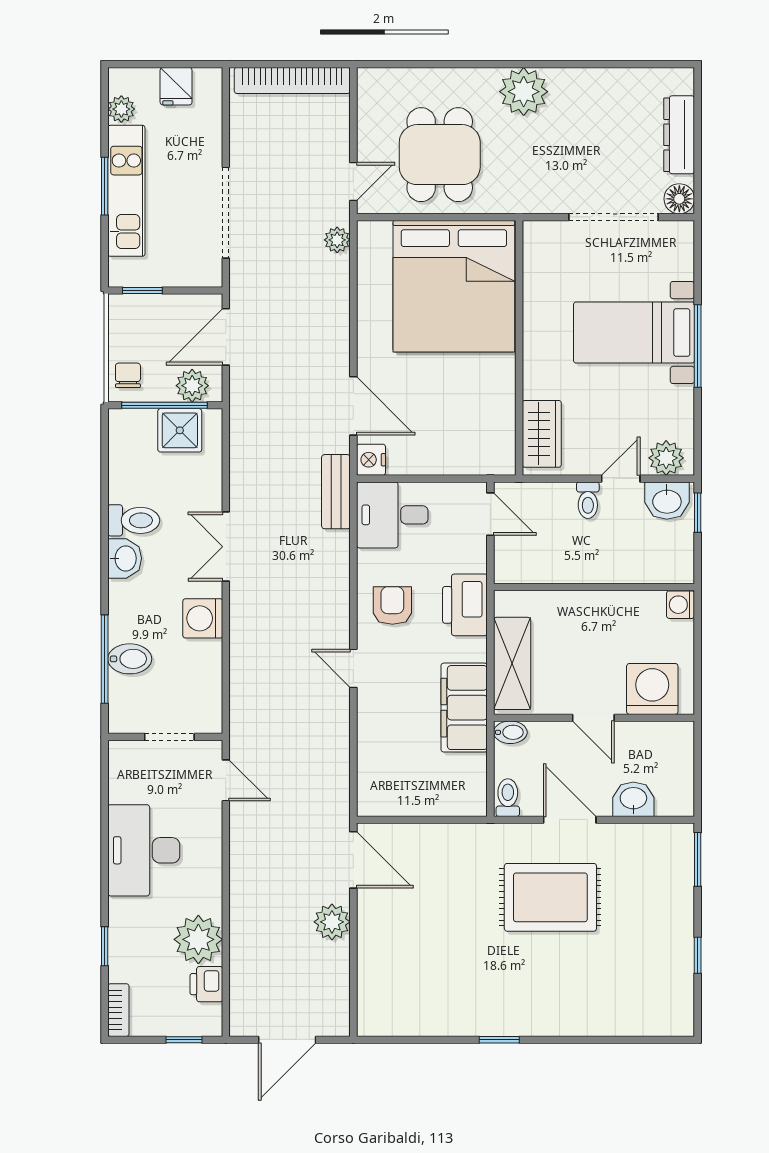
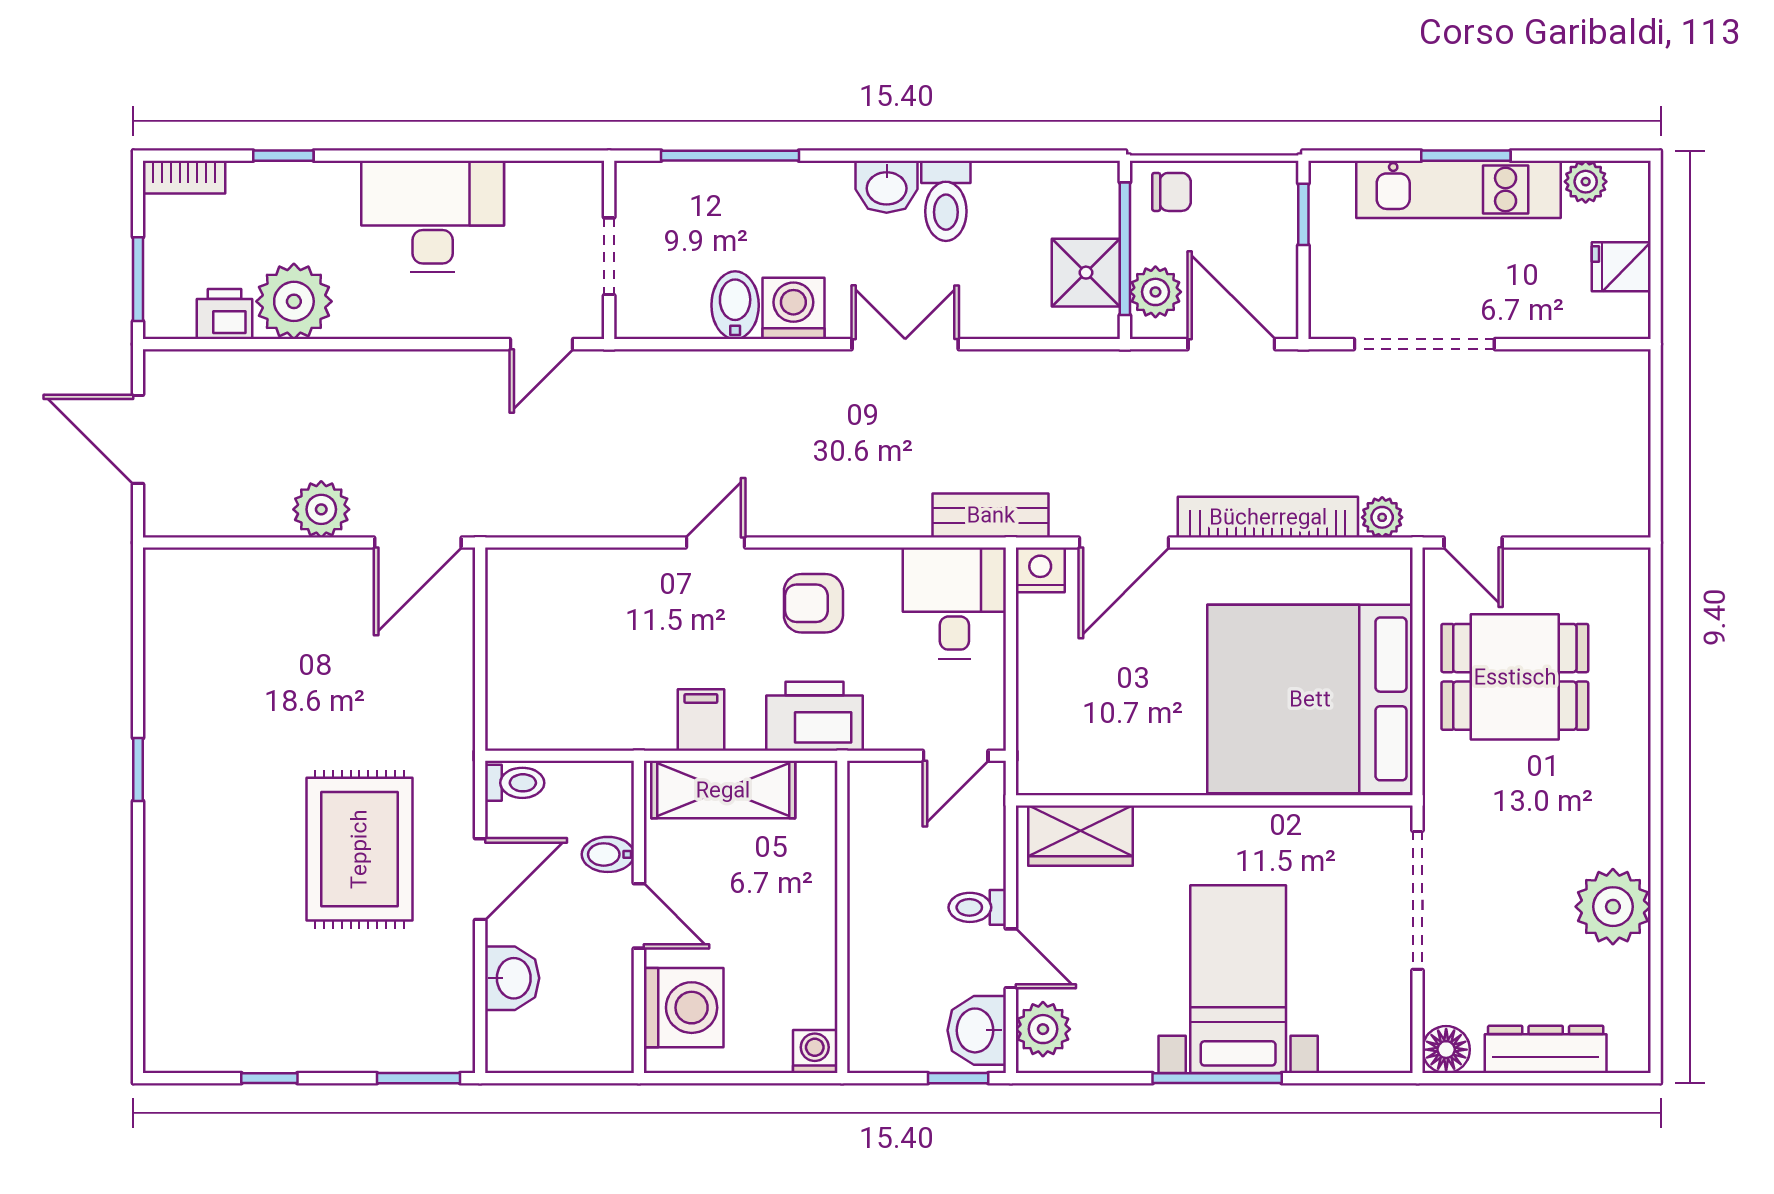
bookcase: (292, 80) -> (1268, 517), moved, turned 90
plant: (524, 92) -> (1613, 907), moved
doorway: (614, 217) -> (1418, 900), moved
armchair: (392, 606) -> (813, 603), turned 180
bidet: (130, 659) -> (735, 305), moved, turned 180
filing cabinet: (464, 708) -> (701, 720), width x0.33, depth x0.86
door: (593, 718) -> (639, 916), swing flipped
bidet: (510, 732) -> (608, 854), moved, turned 90
window: (184, 1040) -> (138, 279), width x1.50

